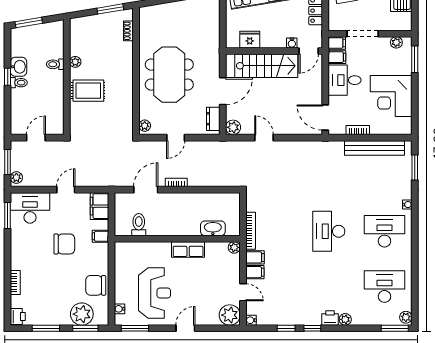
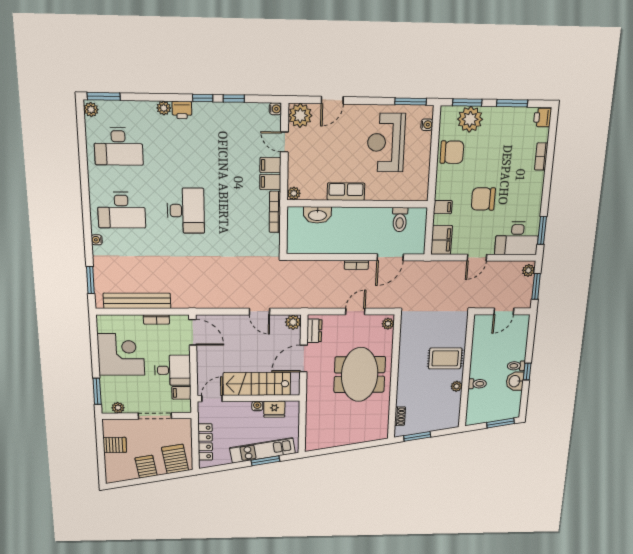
water cooler: (292, 43) -> (257, 406), moved
filing cabinet: (337, 43) -> (182, 407), removed
door: (185, 328) -> (332, 100), moved

